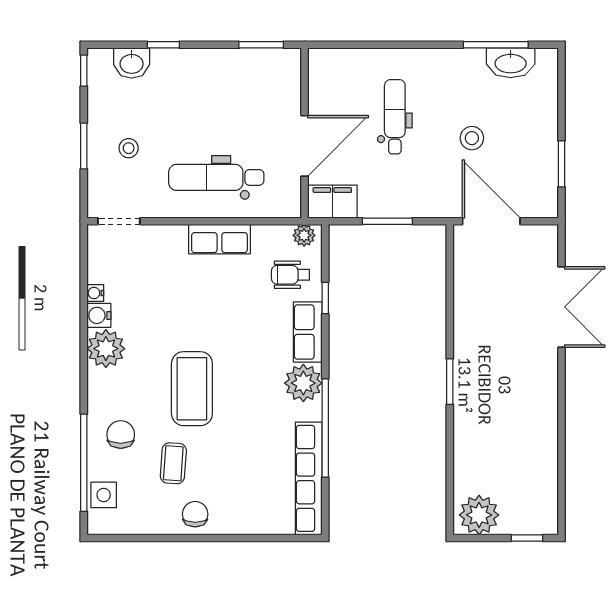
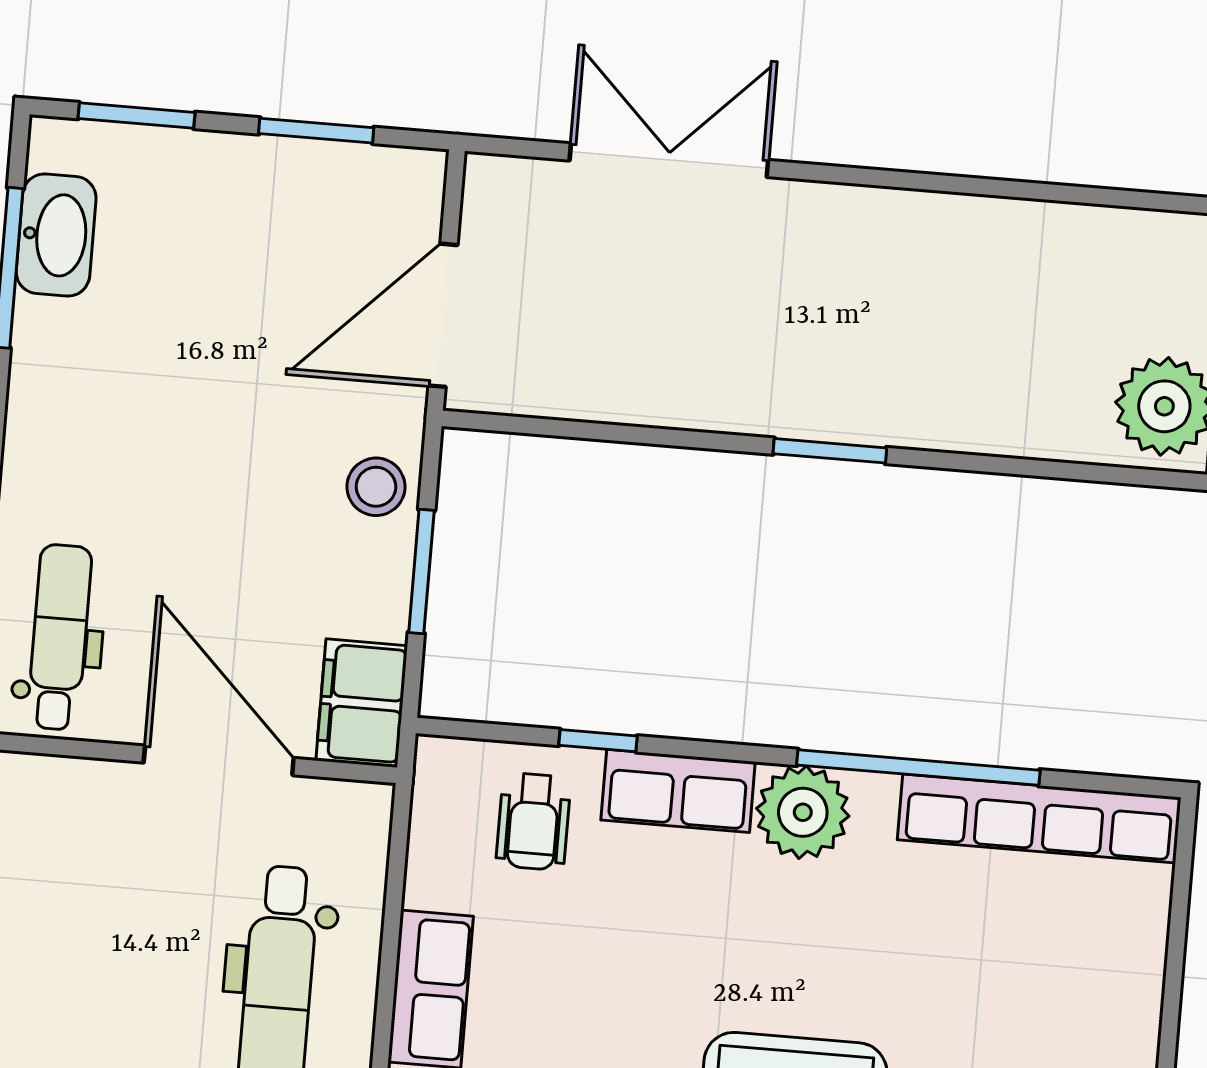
window: (561, 91) -> (136, 116), added
dental chair: (395, 117) -> (59, 637), moved, turned 90
stool: (472, 138) -> (376, 487), moved
plant: (304, 235) -> (439, 780), removed

